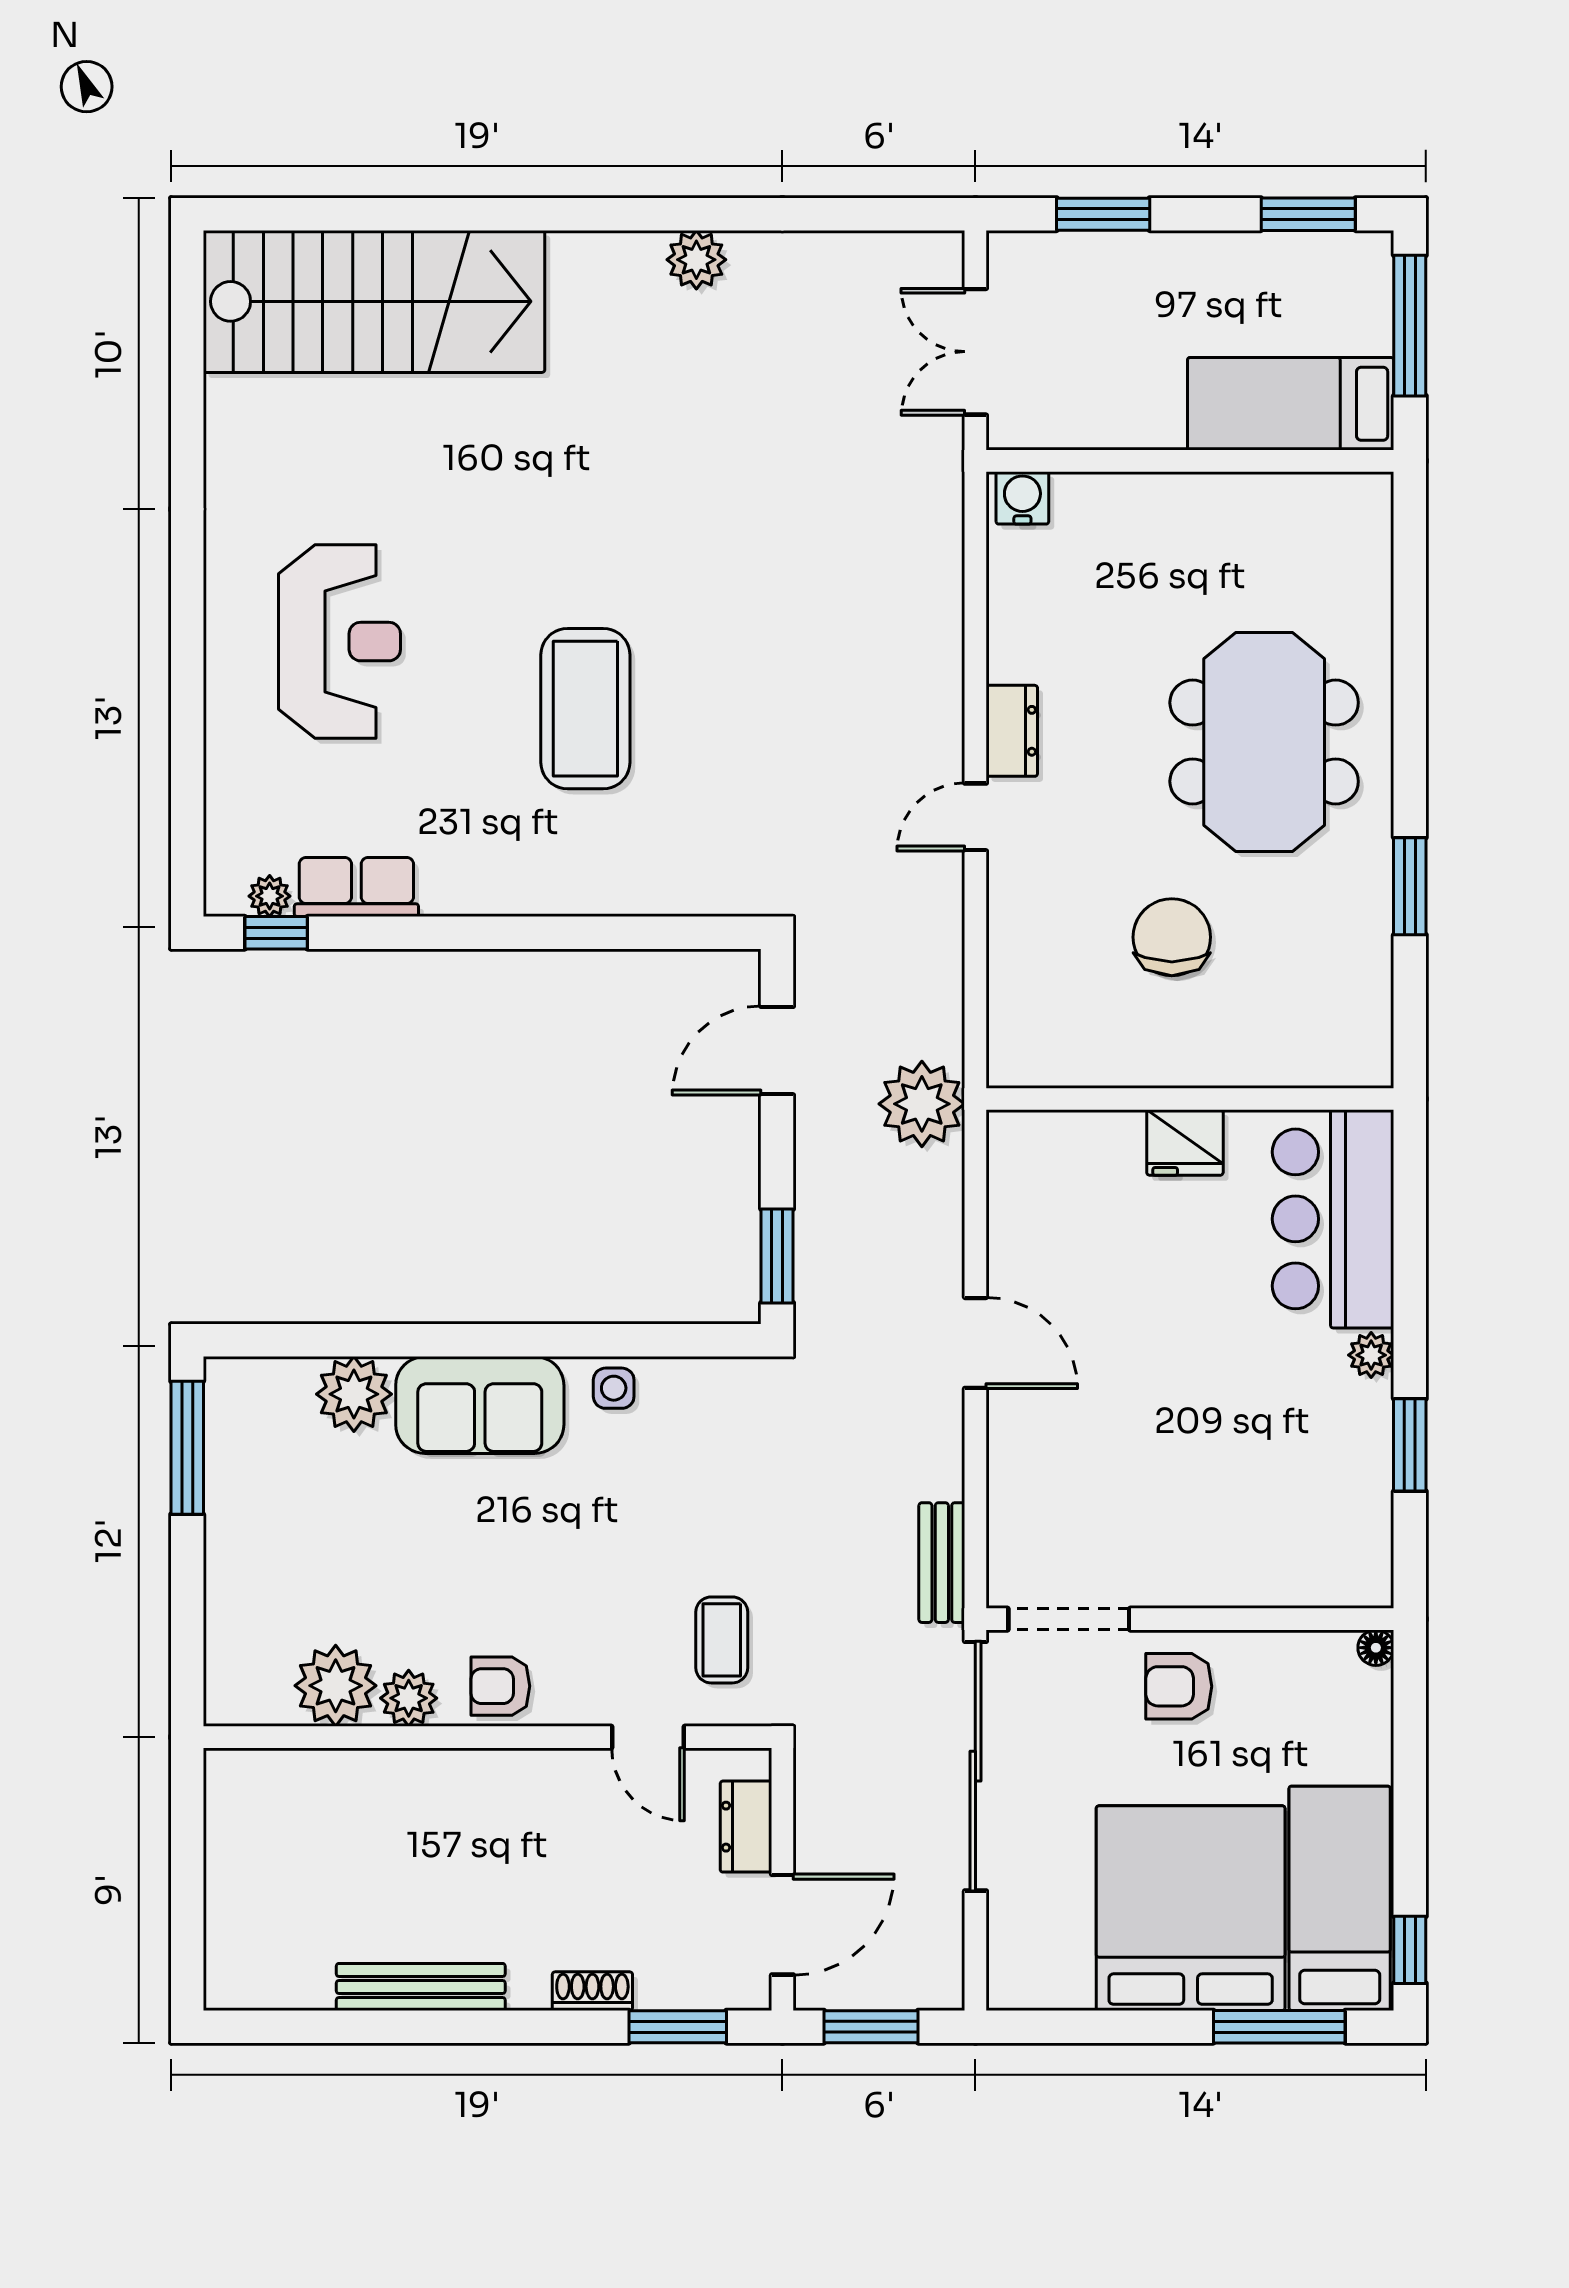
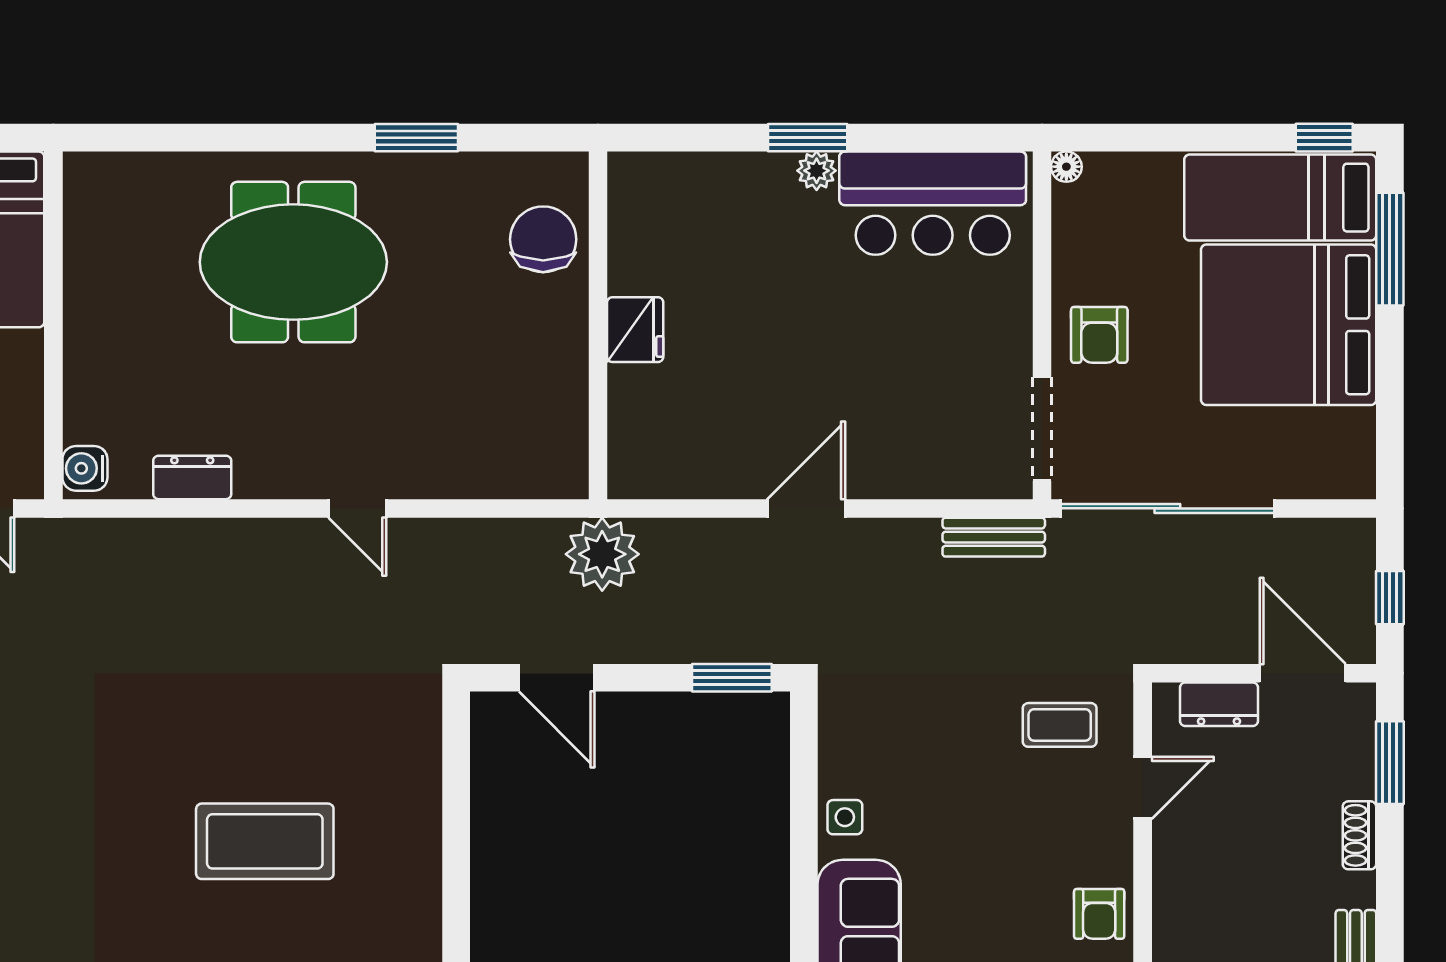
dresser: (1012, 731) -> (192, 477), moved
chair: (1172, 937) -> (543, 239), moved, turned 90
bar counter: (1333, 1219) -> (933, 203), moved
window: (1410, 1445) -> (808, 138), moved
window: (871, 2027) -> (1390, 598), width x0.67

